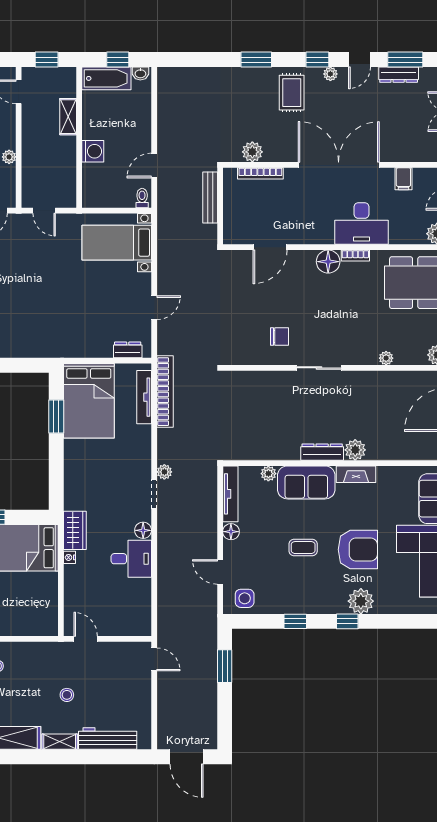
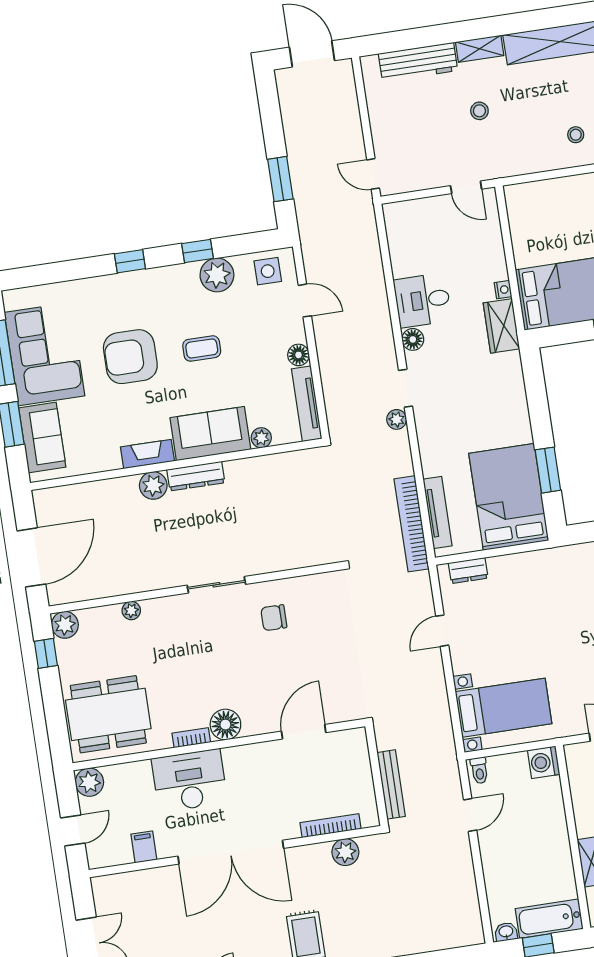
washing machine: (93, 151) -> (544, 762), moved
plant: (361, 601) -> (217, 275), moved

